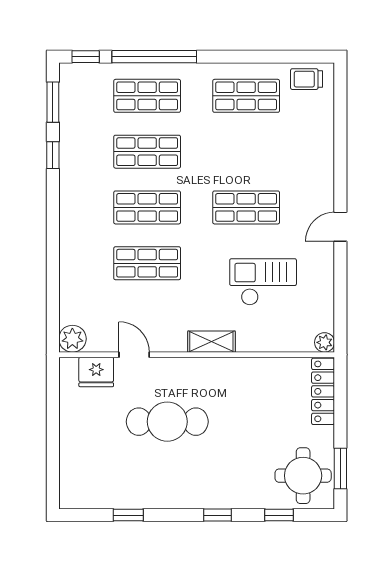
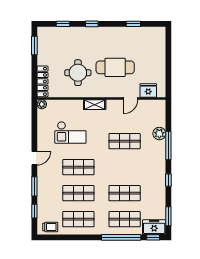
freezer: (84, 79) -> (154, 227), added
window: (340, 113) -> (34, 211), added
window: (53, 155) -> (168, 180), moved
window: (340, 166) -> (34, 186), added
shop shelf: (147, 207) -> (78, 193), moved
window: (53, 254) -> (168, 145), added
plant: (72, 339) -> (159, 134), moved
door: (134, 355) -> (131, 99), hinge flipped
round table: (303, 476) -> (78, 73), moved

